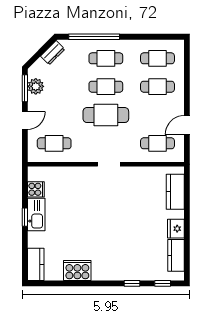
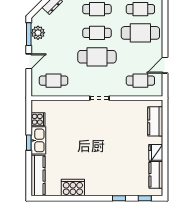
cafe table: (158, 87) -> (140, 33), width x1.37, depth x1.35
kitchen counter: (36, 264) -> (38, 176), width x1.50

